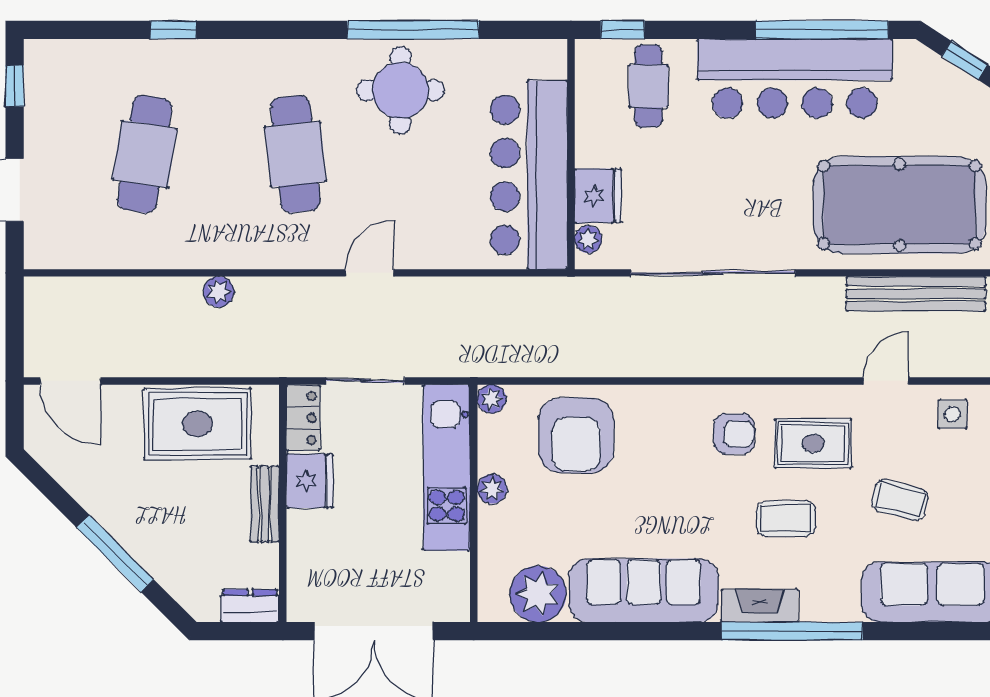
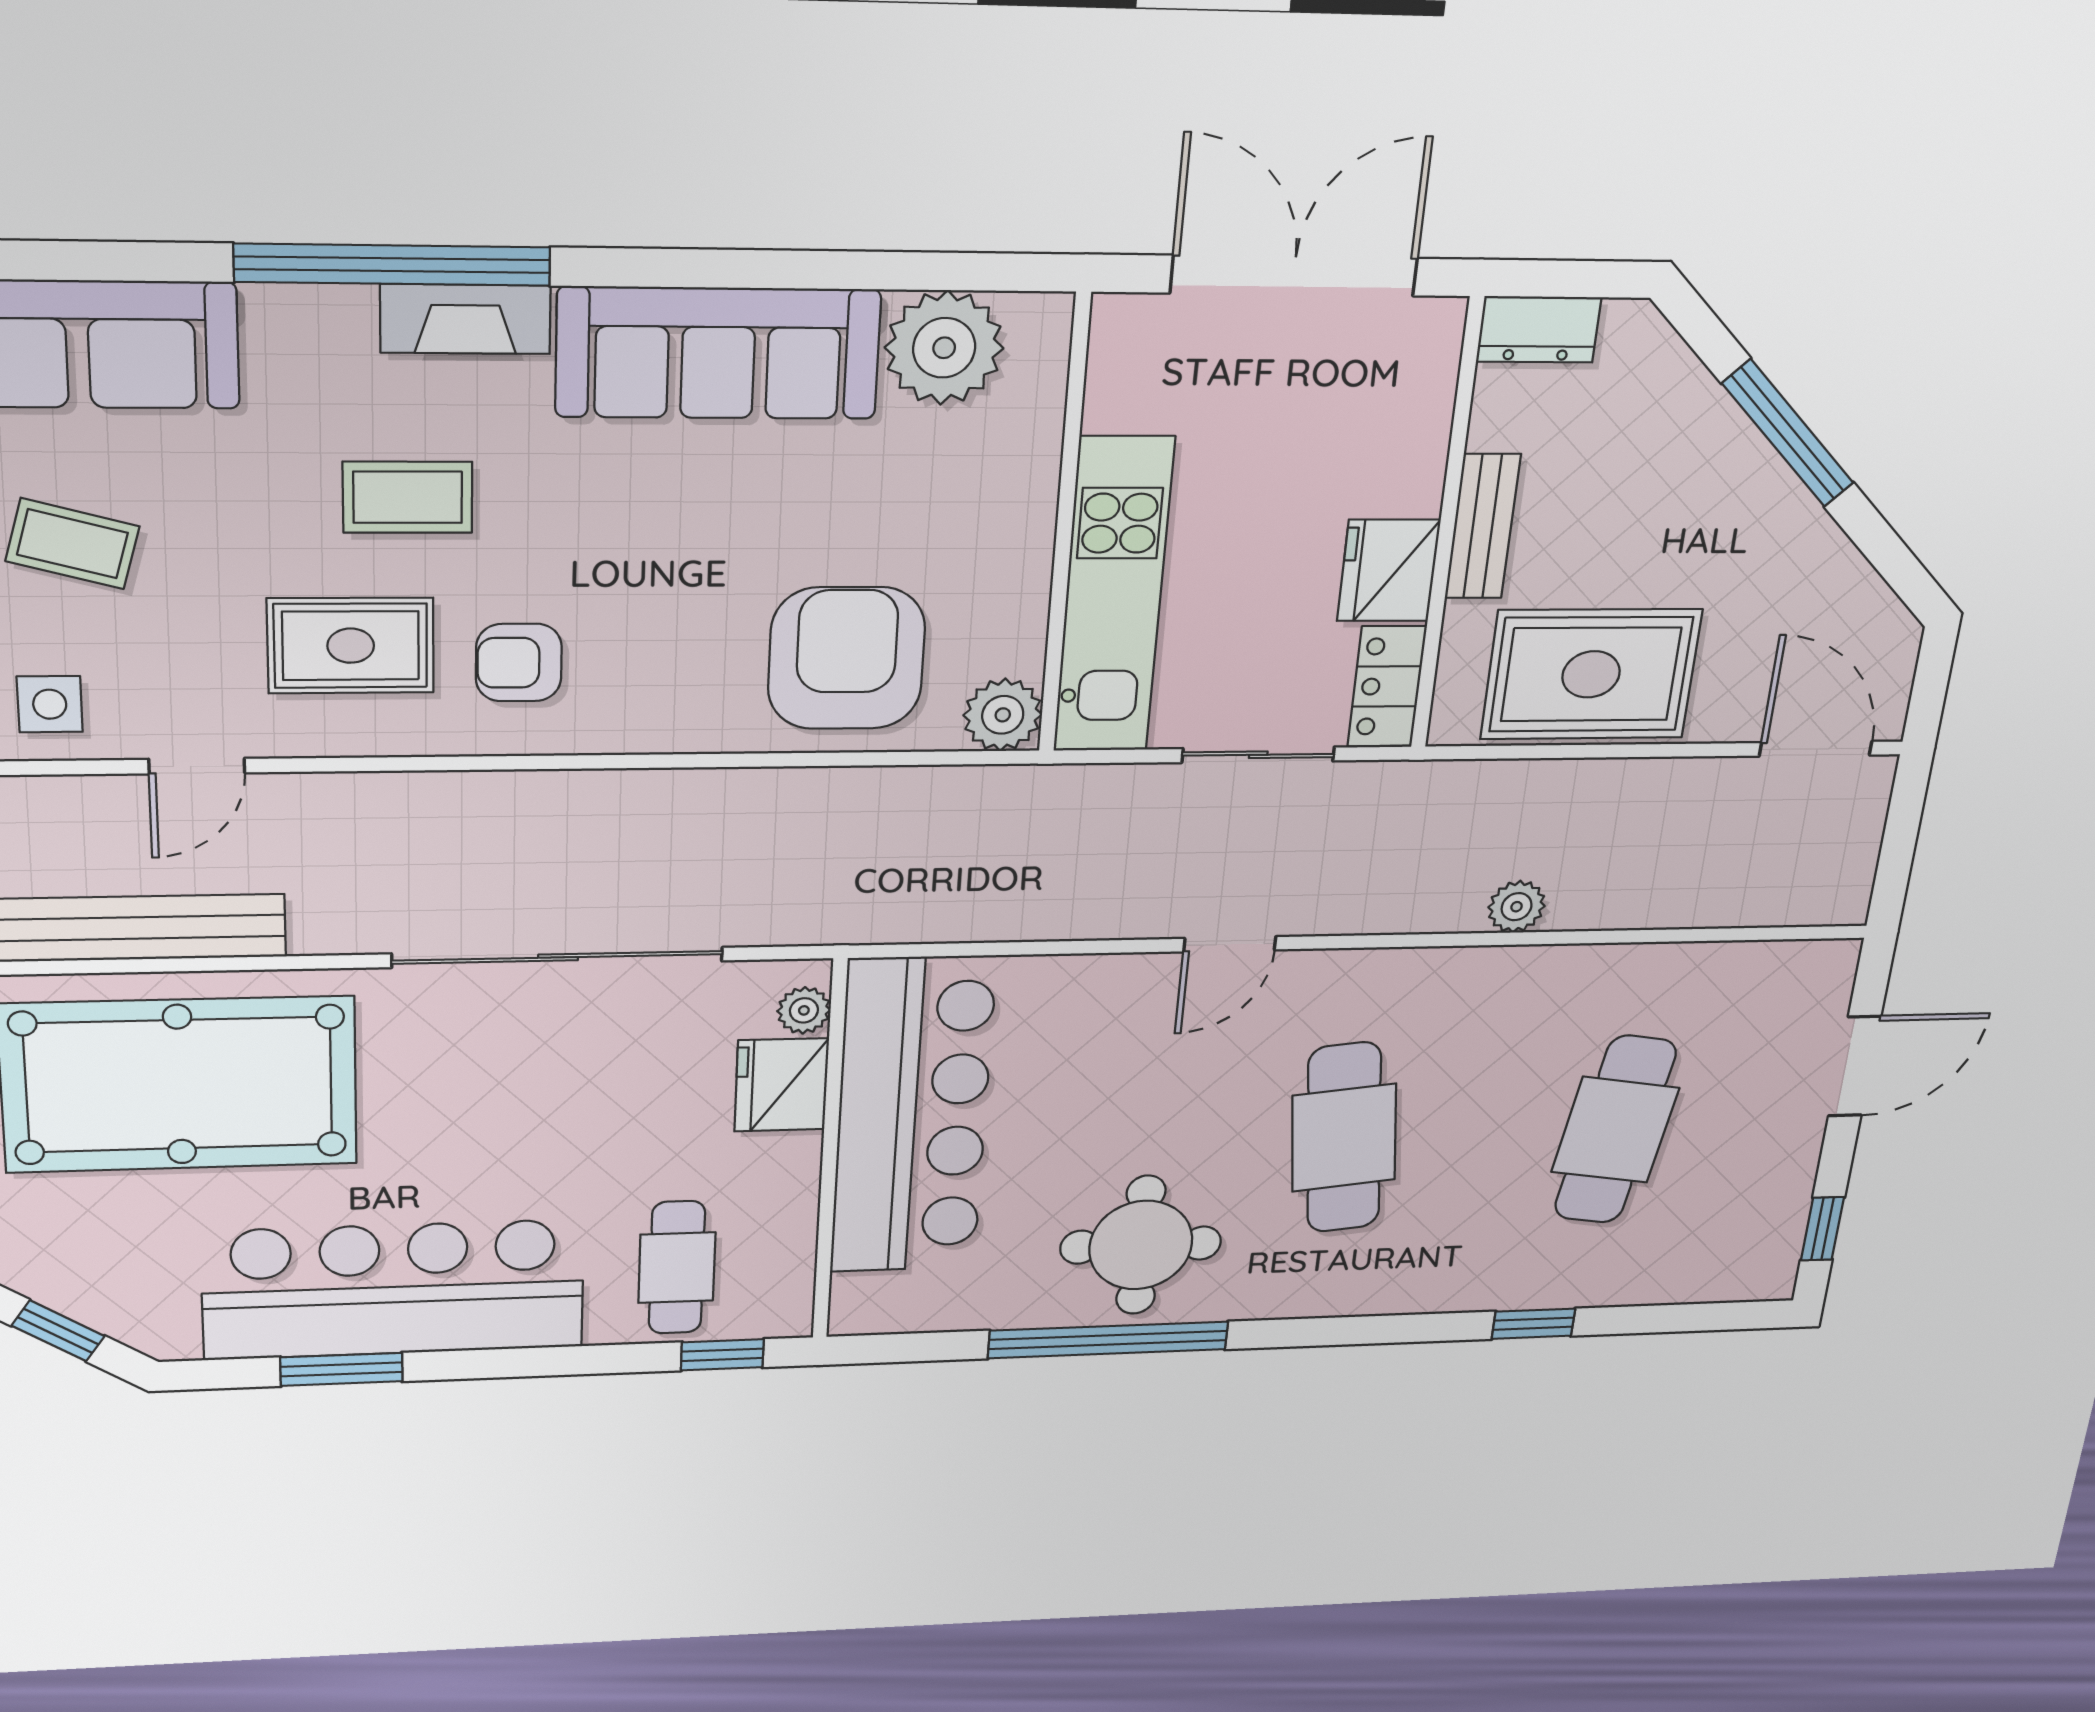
window: (822, 30) -> (342, 1369), width x0.47
plant: (492, 399) -> (1003, 715), width x1.38, depth x1.38
plant: (492, 489) -> (1025, 556), removed
coffee table: (900, 500) -> (72, 544), moved

